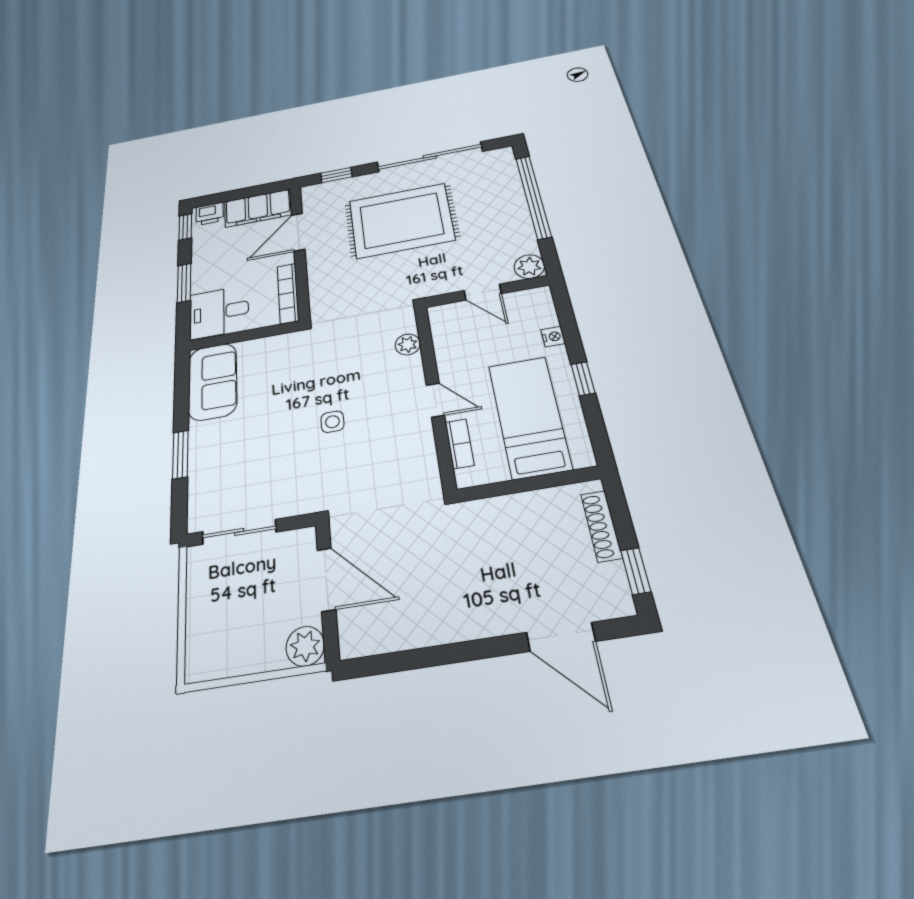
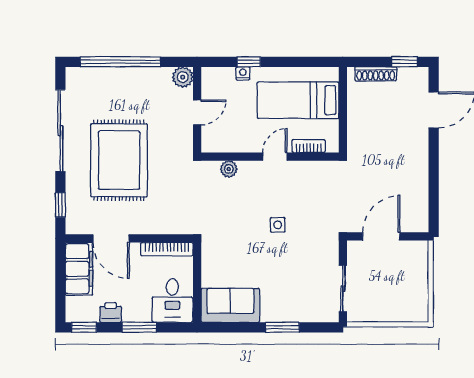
printer: (210, 214) -> (111, 312), moved, turned -90
window: (583, 379) -> (249, 62), moved
plant: (305, 646) -> (418, 251), removed

